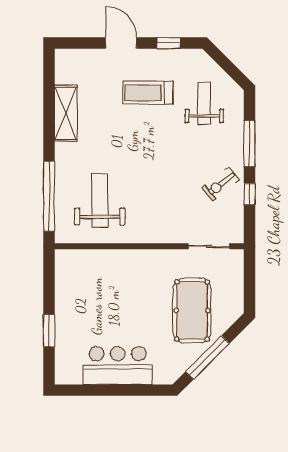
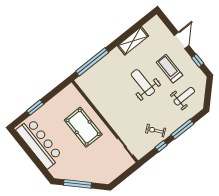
weight bench: (100, 201) -> (143, 83), moved, turned -90
pool table: (192, 310) -> (83, 127), moved, turned 90
bar counter: (118, 366) -> (39, 143), width x1.36

